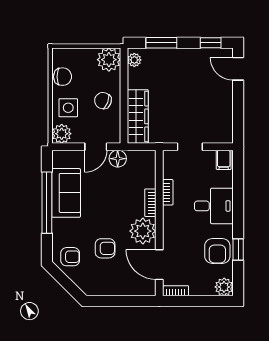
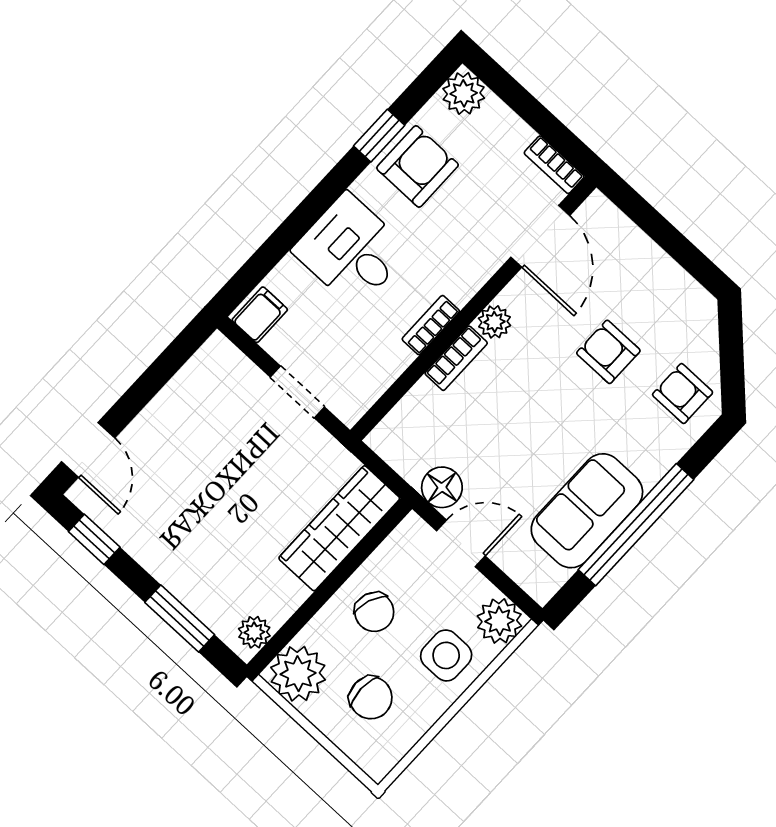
chair: (63, 77) -> (371, 698), moved, turned 180
bookcase: (168, 192) -> (431, 325), moved
plant: (143, 231) -> (494, 322), width x0.53, depth x0.53

